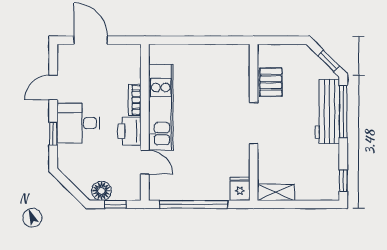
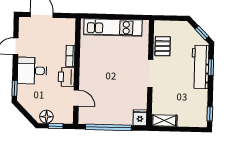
kitchen unit: (161, 107) -> (113, 27), moved, turned 90
window: (343, 112) -> (211, 67), width x0.46
window: (53, 134) -> (15, 88), moved

